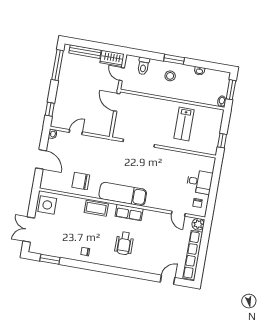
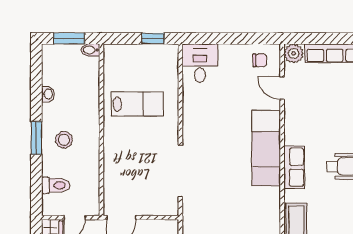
desk: (199, 182) -> (200, 63), moved
exam couch: (123, 194) -> (266, 148), moved
door: (178, 214) -> (282, 88), swing flipped

